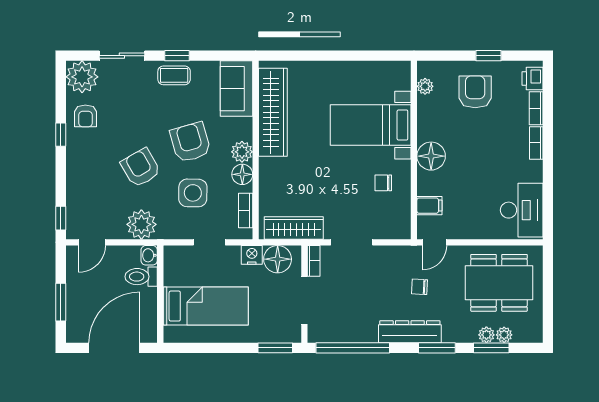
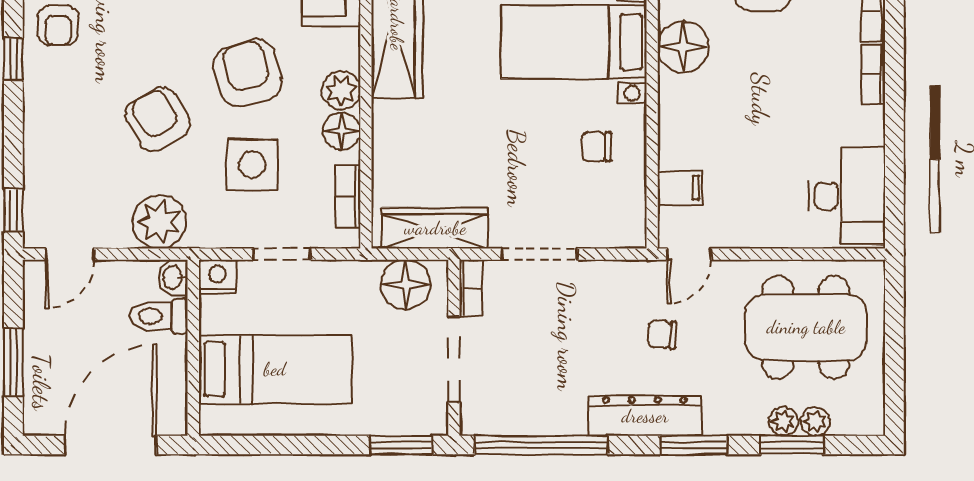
floor lamp: (431, 156) -> (683, 47), moved
nightstand: (252, 255) -> (218, 277), moved

